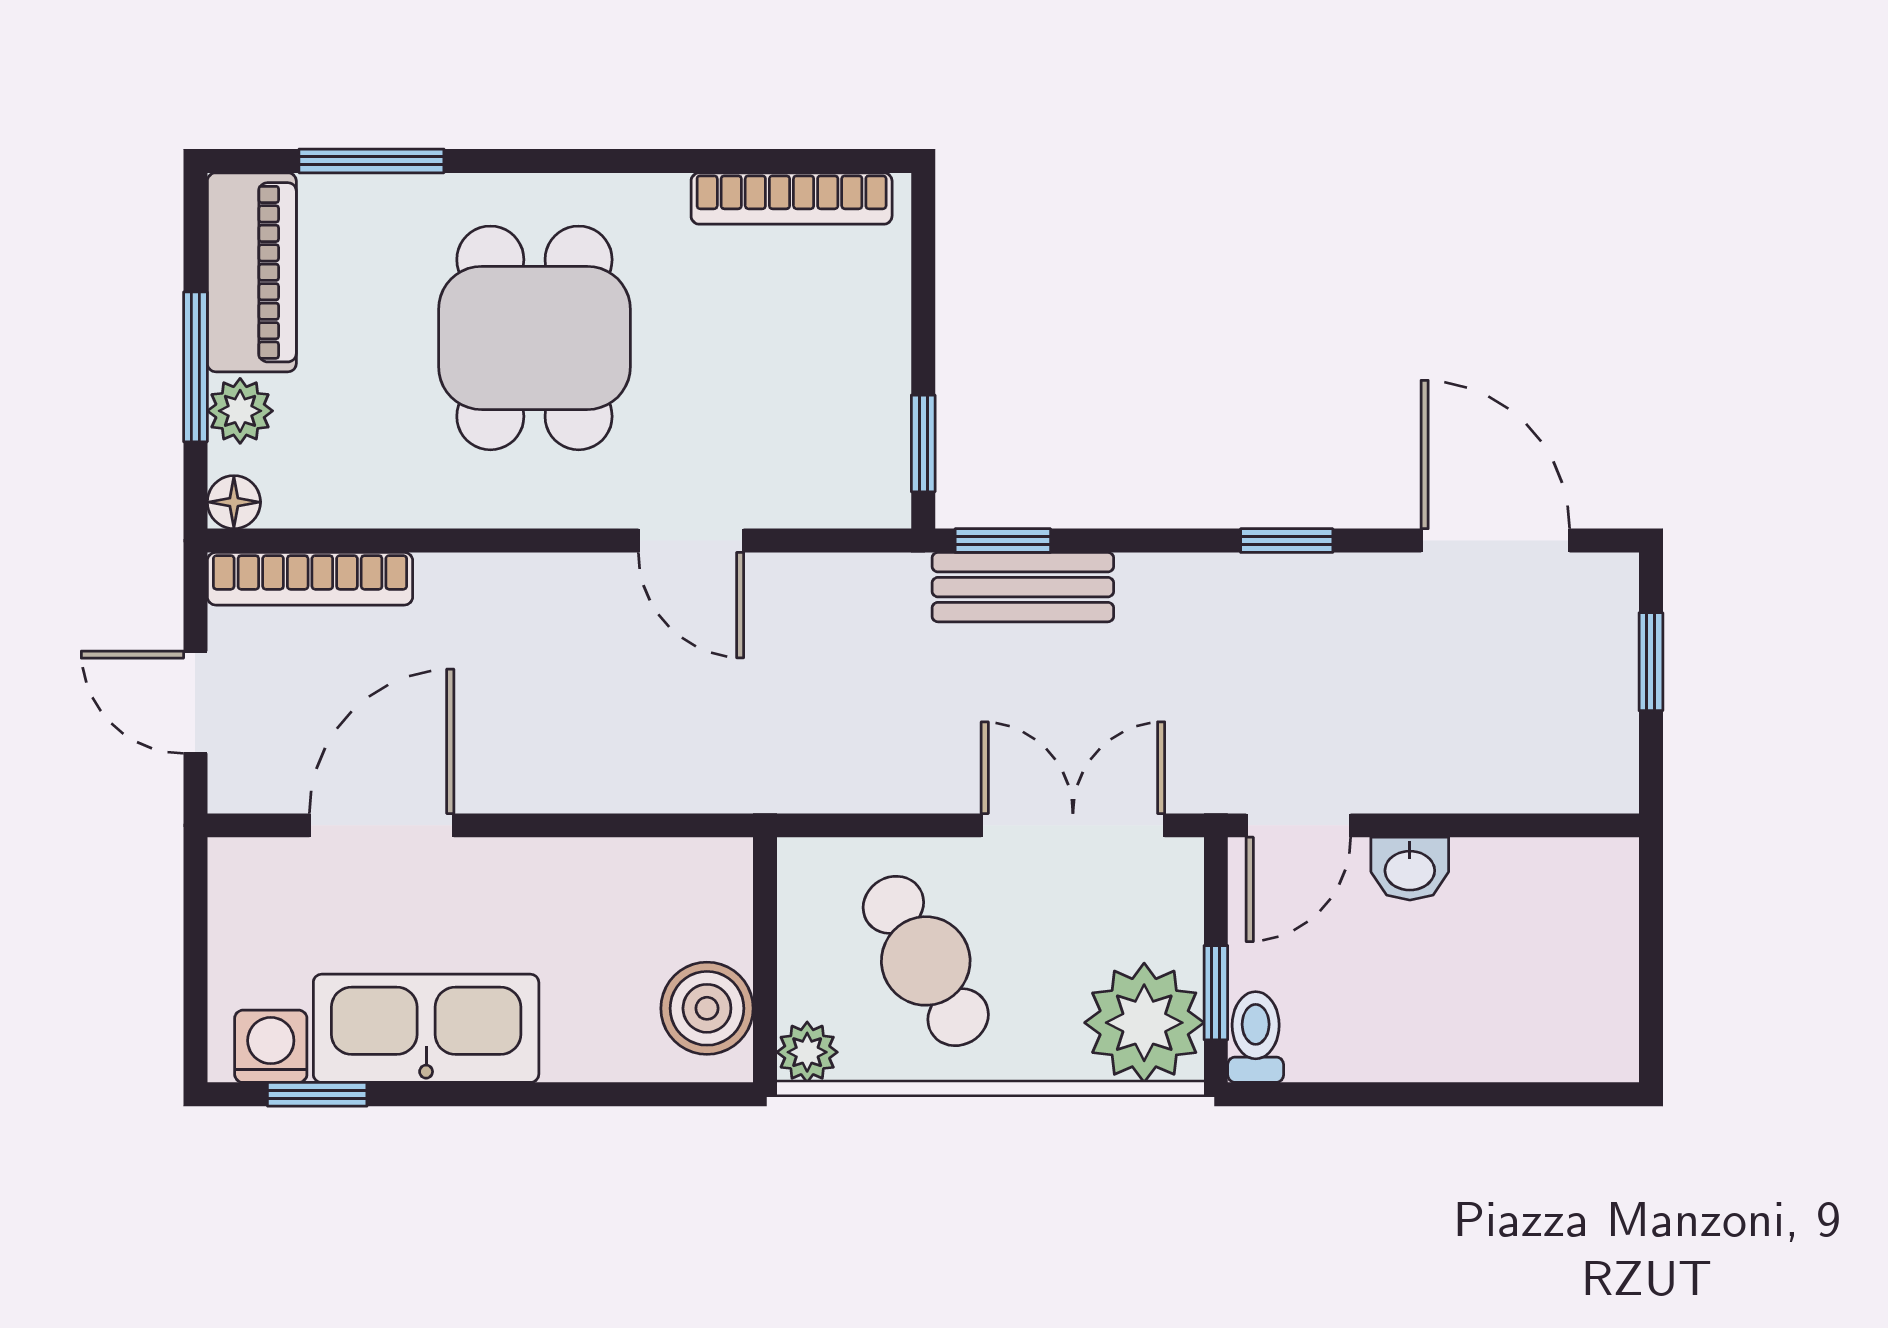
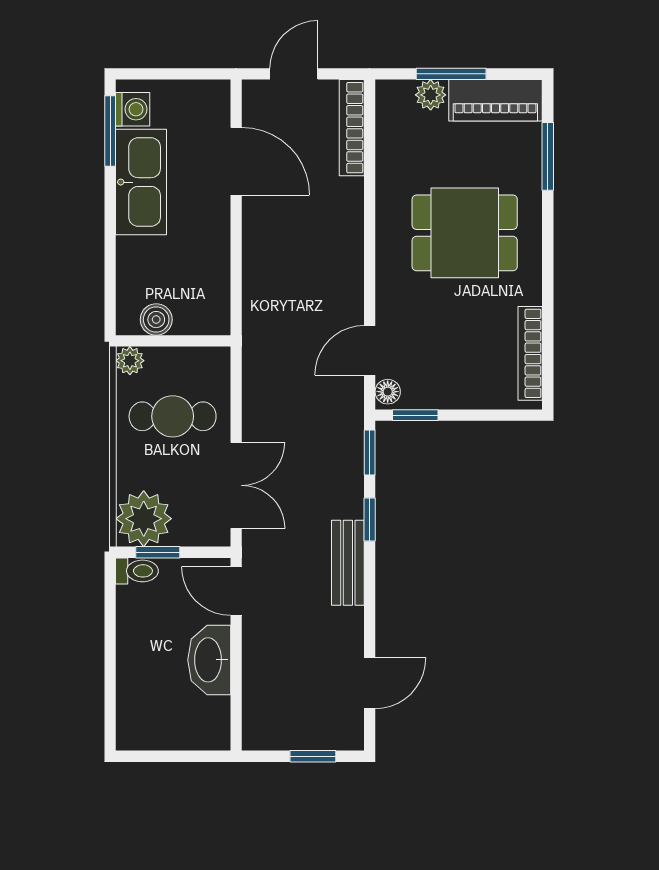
floor lamp: (234, 502) -> (388, 392), moved
door: (691, 541) -> (370, 350), moved
window: (1287, 541) -> (370, 519), moved
door: (1495, 541) -> (370, 683), width x0.73
bench: (1023, 587) -> (348, 563), moved
washbasin: (1410, 869) -> (209, 660), width x1.91, depth x1.45
cafe table: (926, 961) -> (173, 416), turned 30
boiler: (707, 1008) -> (156, 320), width x0.73, depth x0.73
window: (317, 1094) -> (110, 131), width x1.50

